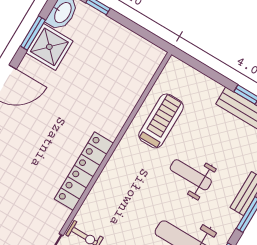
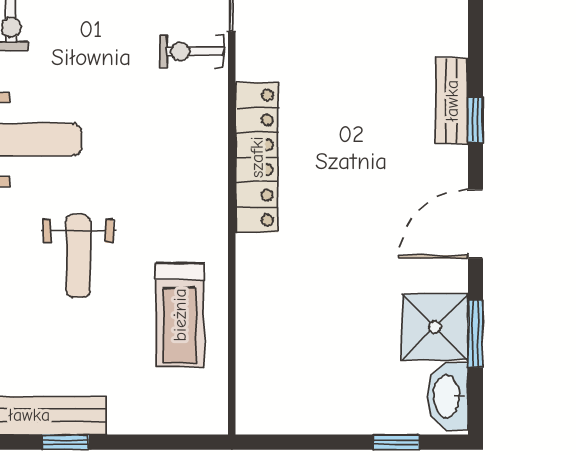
weight bench: (191, 175) -> (78, 256), turned 90

